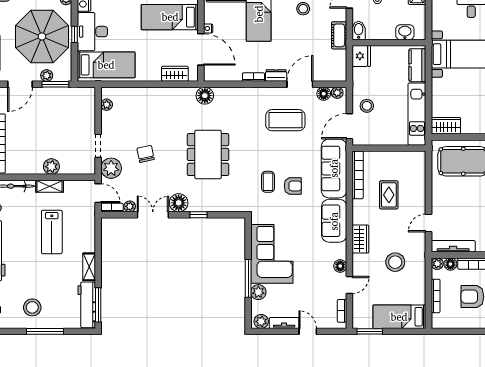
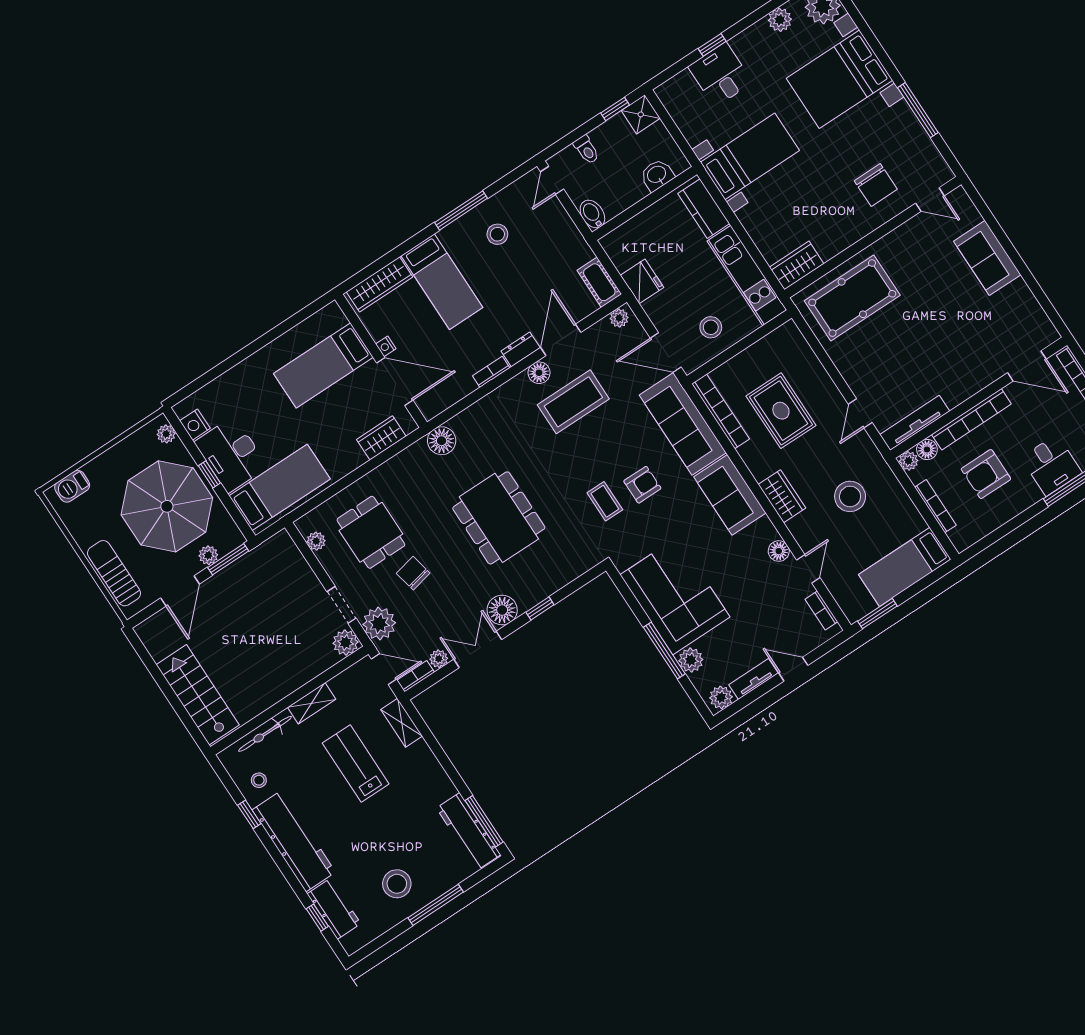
cot: (339, 35) -> (599, 282), moved
fridge: (361, 56) -> (642, 281), moved
floor lamp: (324, 94) -> (539, 373), moved
stool: (367, 106) -> (711, 327), moved
dining table: (138, 119) -> (371, 532), added
door: (349, 126) -> (666, 353), hinge flipped
plant: (51, 167) -> (345, 643), moved
rug: (389, 195) -> (781, 411), width x1.36, depth x1.43
lab bench: (52, 232) -> (356, 764), turned 180
shelving: (89, 267) -> (402, 723), moved

